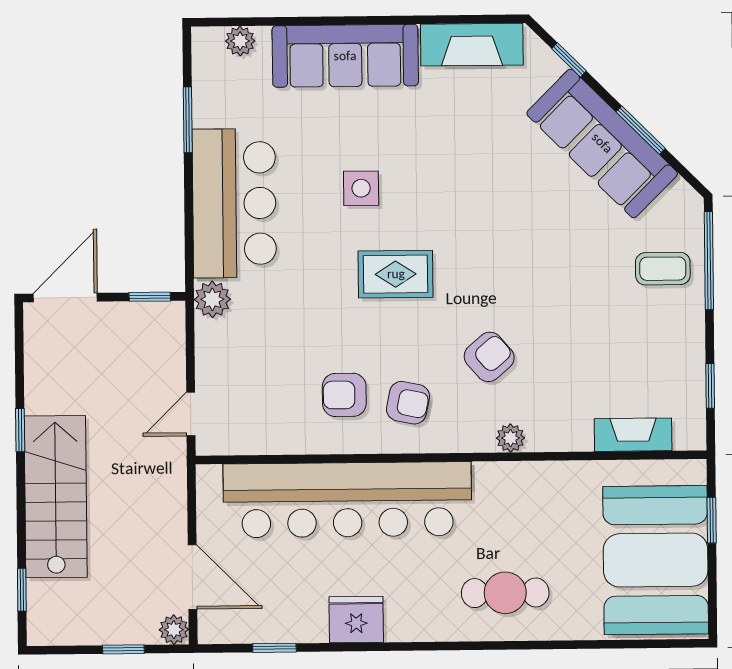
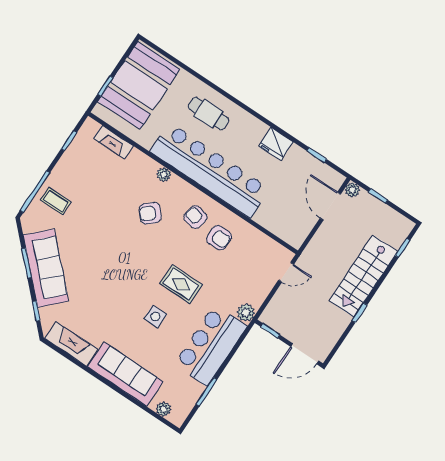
rug: (396, 274) -> (181, 284), moved
bar counter: (347, 500) -> (210, 170), moved

